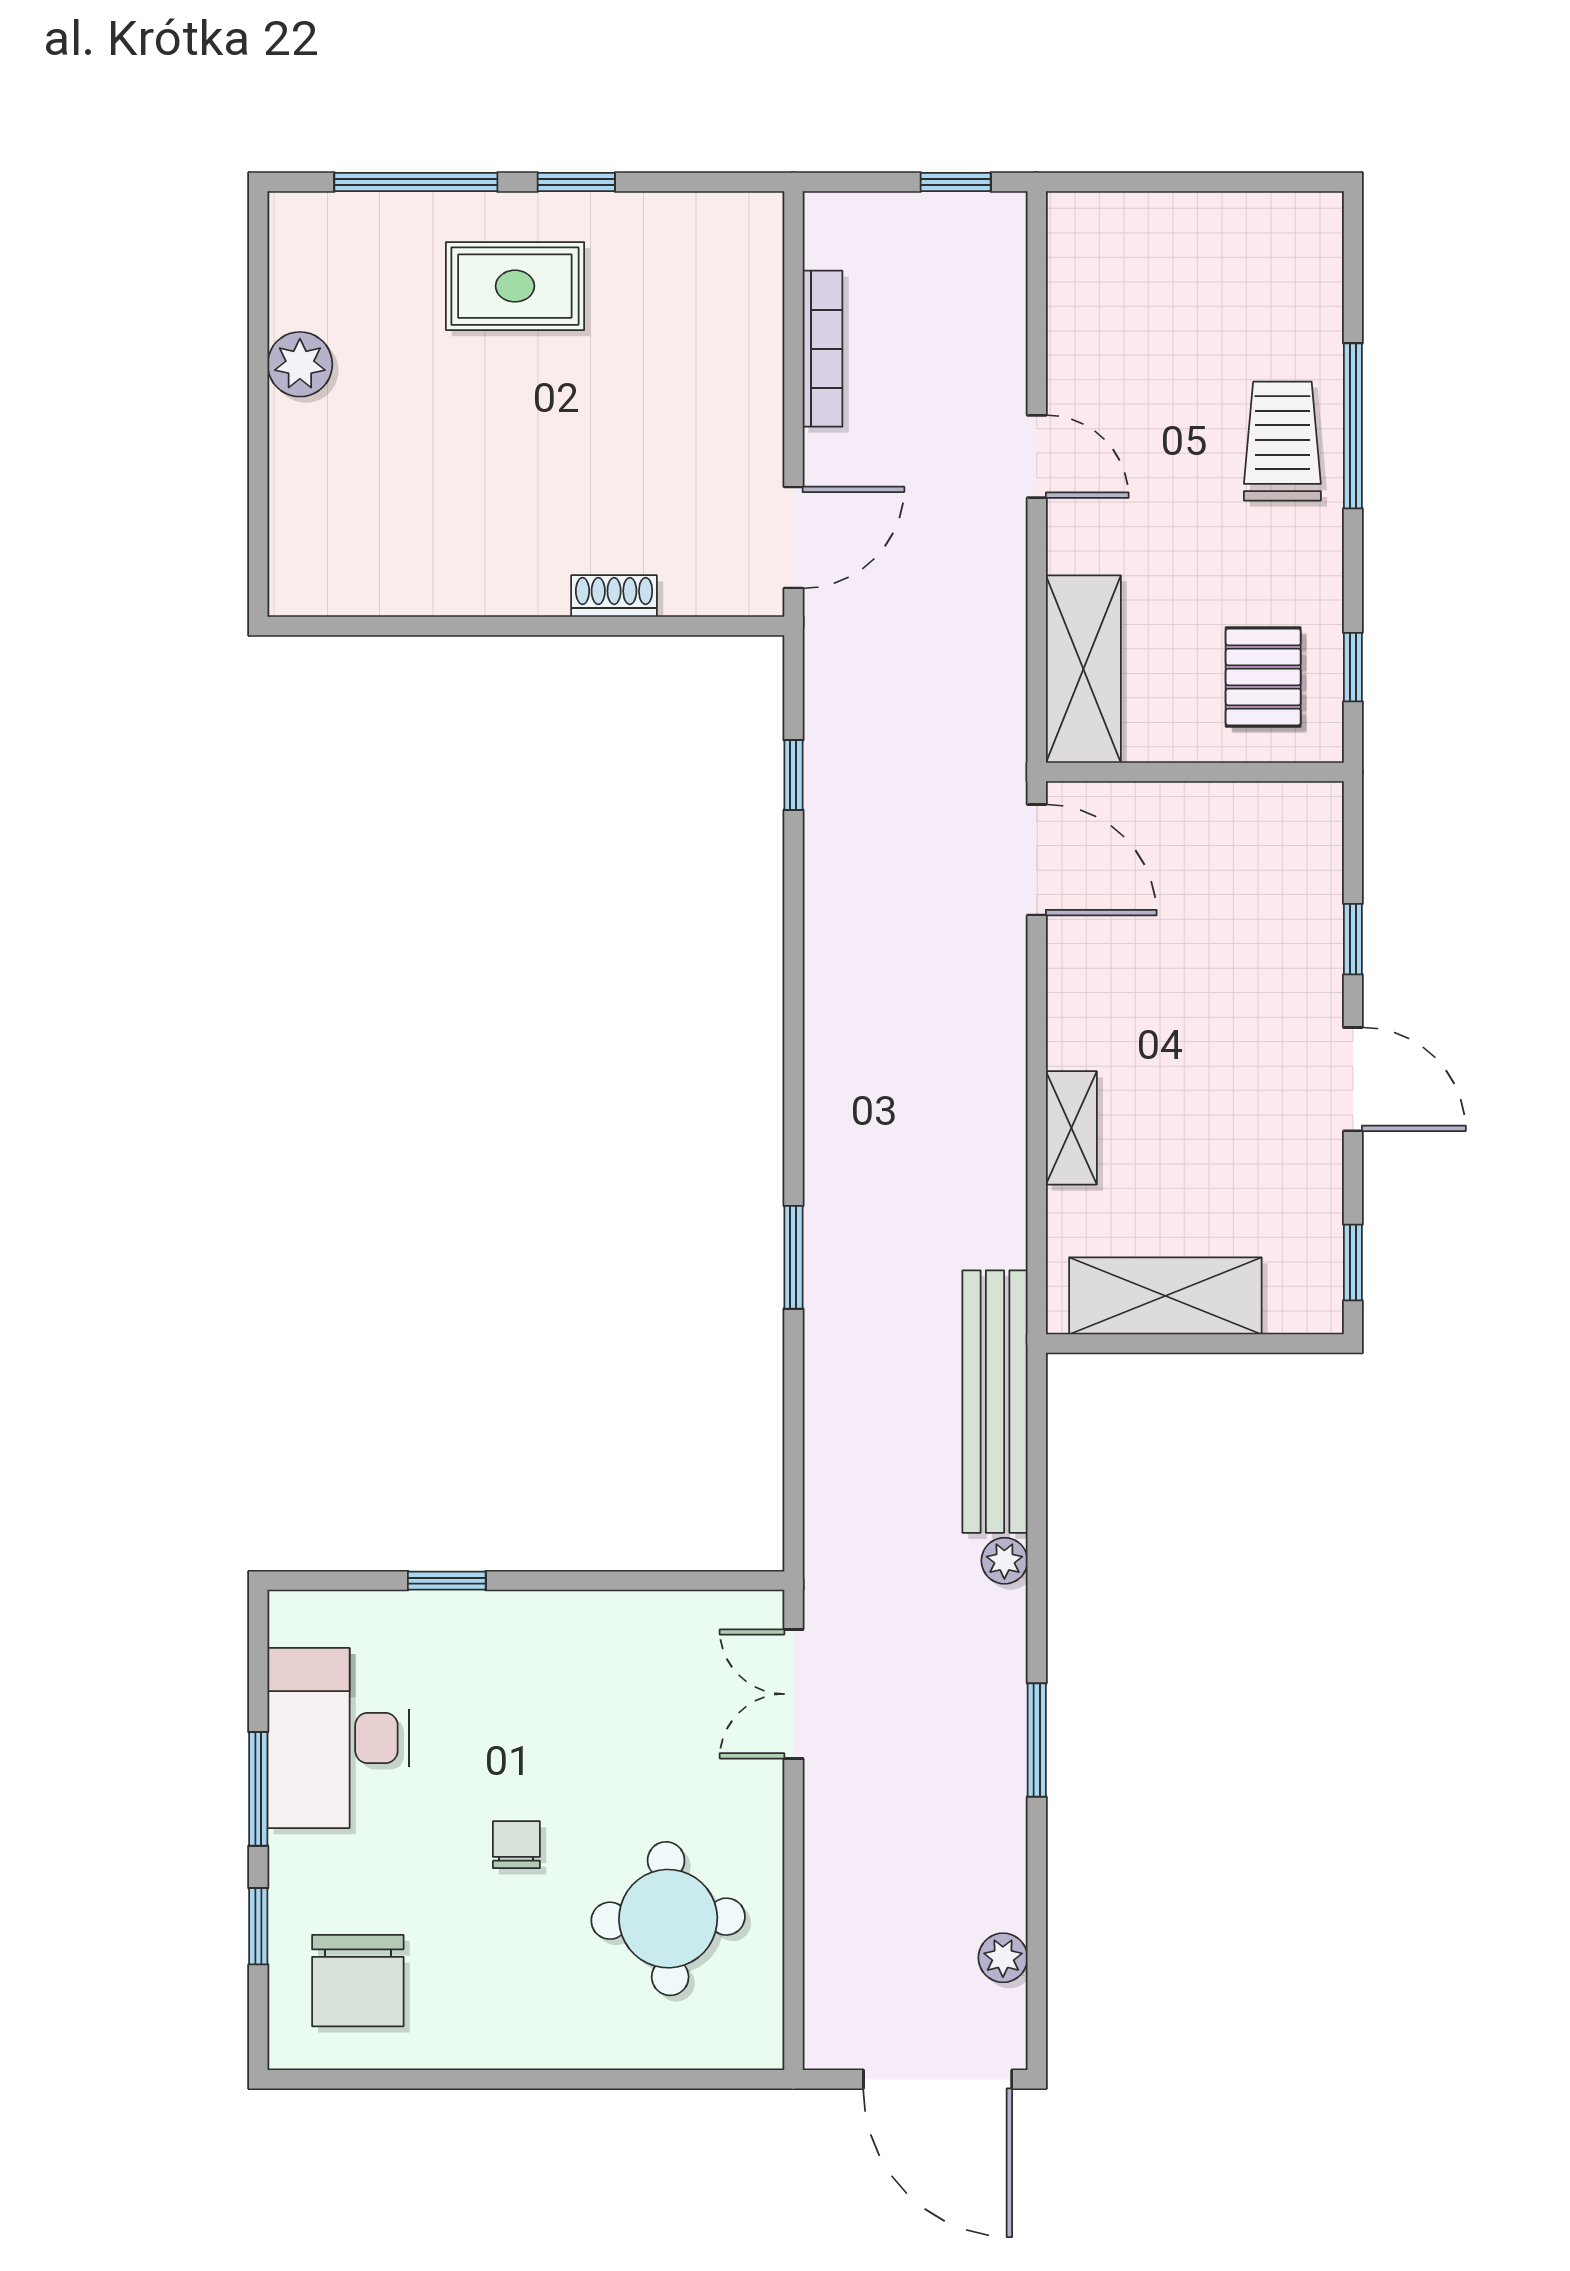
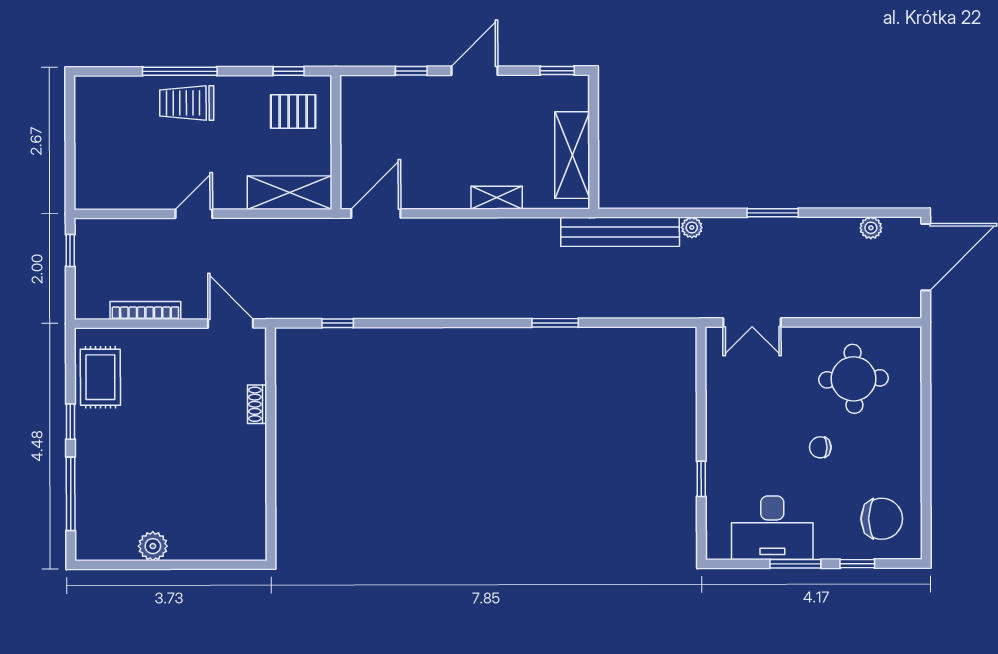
rug: (515, 286) -> (100, 377), moved

